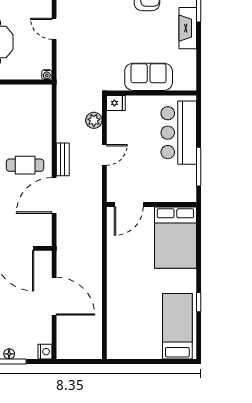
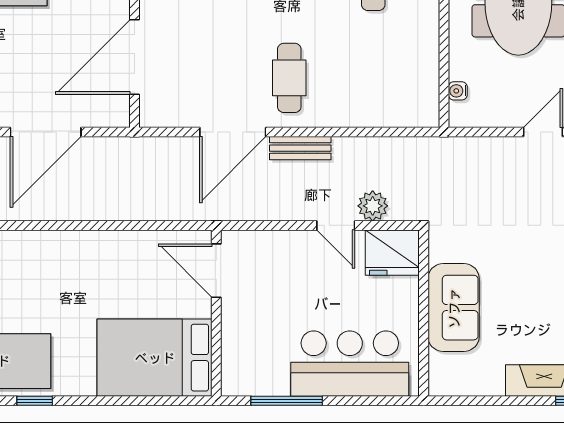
water cooler: (47, 75) -> (458, 91), moved
fridge: (116, 103) -> (392, 253), width x1.88, depth x1.34
door: (104, 155) -> (336, 225), moved
door: (54, 196) -> (233, 132), swing flipped

